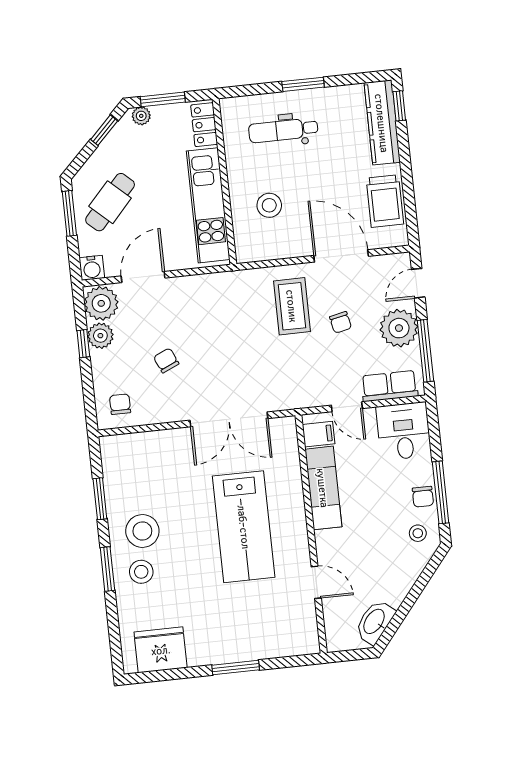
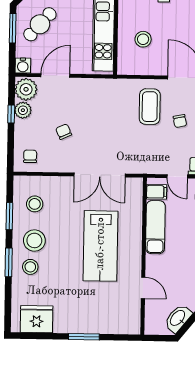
stool: (136, 475) -> (35, 204), added

